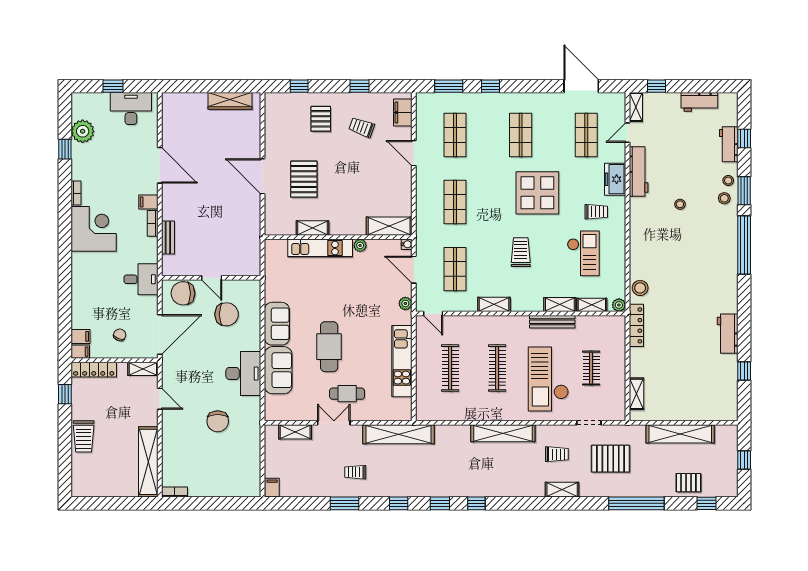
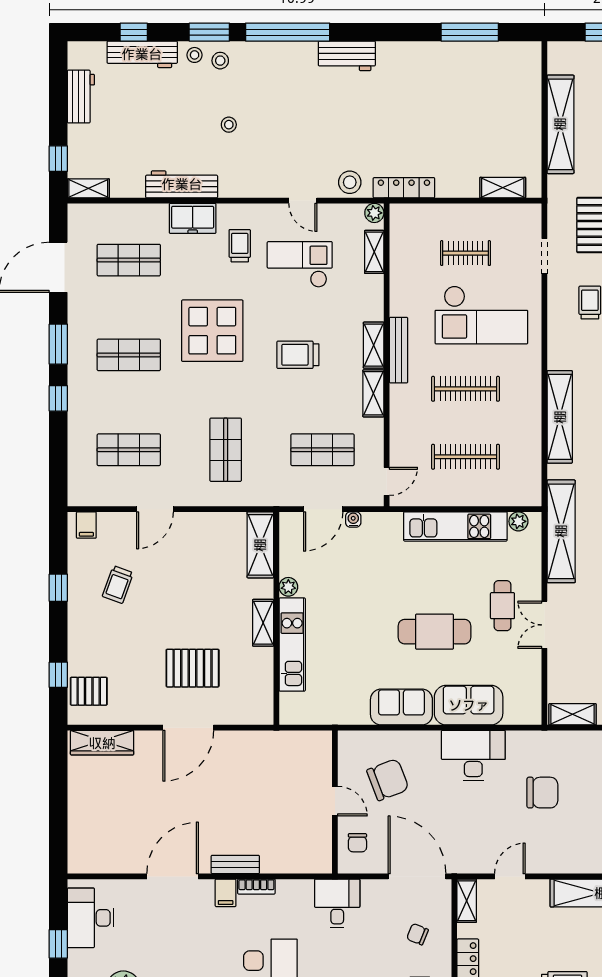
window: (449, 86) -> (58, 344), moved
wardrobe: (230, 101) -> (102, 743), moved, turned 90
filing cabinet: (403, 112) -> (86, 525), width x0.50
pallet: (321, 119) -> (89, 691), moved
door: (627, 133) -> (303, 201), moved
workbench: (729, 144) -> (142, 54), width x1.38
shop shelf: (455, 202) -> (226, 450), turned 90
shelving: (313, 228) -> (263, 623), moved
bench: (168, 237) -> (235, 864), moved
water cooler: (407, 244) -> (353, 519), moved
door: (212, 278) -> (335, 801), hinge flipped
chair: (183, 293) -> (357, 843), width x0.54, depth x0.54
plant: (405, 303) -> (518, 521), moved
shelving: (560, 305) -> (374, 345), moved
chair: (227, 314) -> (388, 780), turned 69
bench: (552, 322) -> (399, 350), moved
workbench: (728, 334) -> (347, 56), moved
window: (744, 371) -> (470, 32), width x2.17
shelving: (295, 432) -> (573, 714), moved, turned 90
shelving: (503, 433) -> (560, 417), moved

